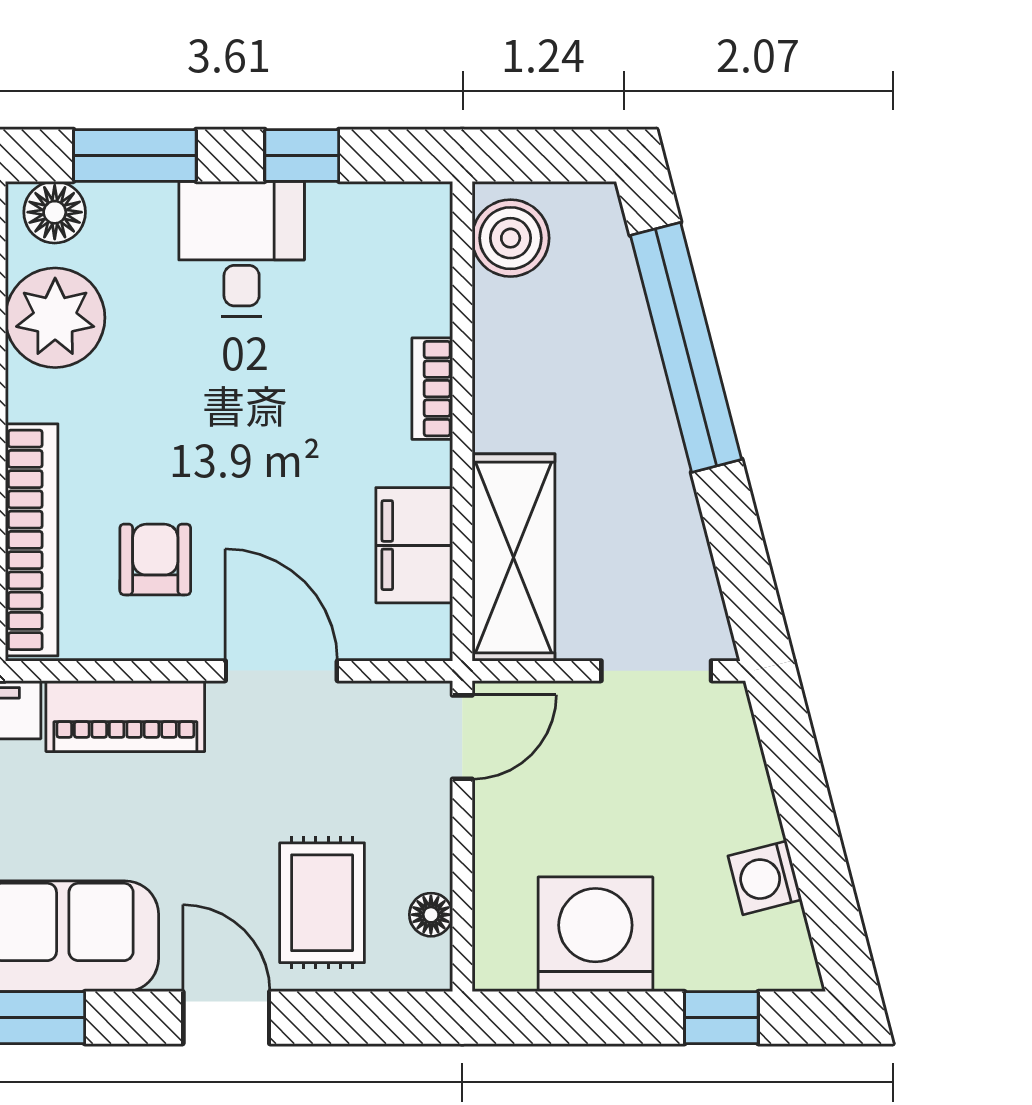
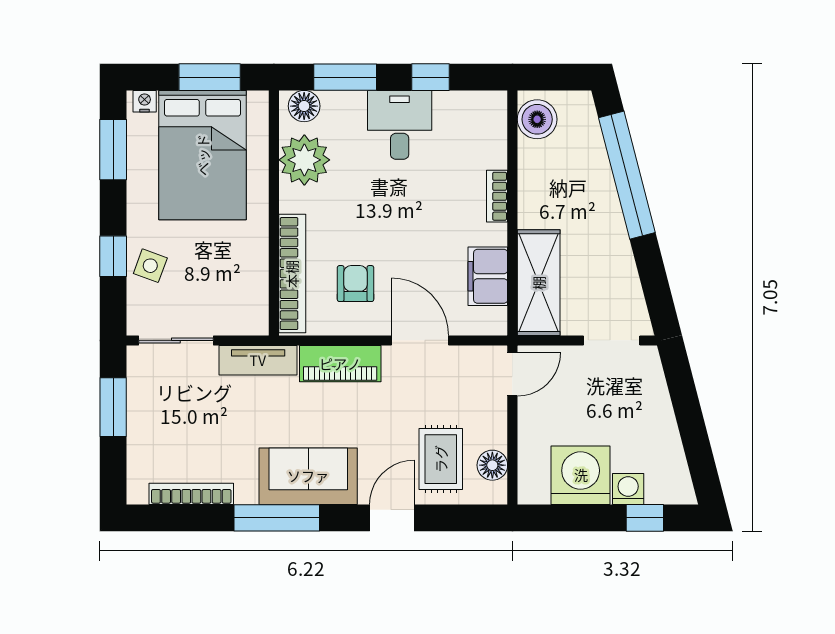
washing machine: (765, 878) -> (628, 489), moved, turned 104
floor lamp: (431, 915) -> (492, 465), width x1.37, depth x1.37
door: (226, 1018) -> (392, 518), hinge flipped

